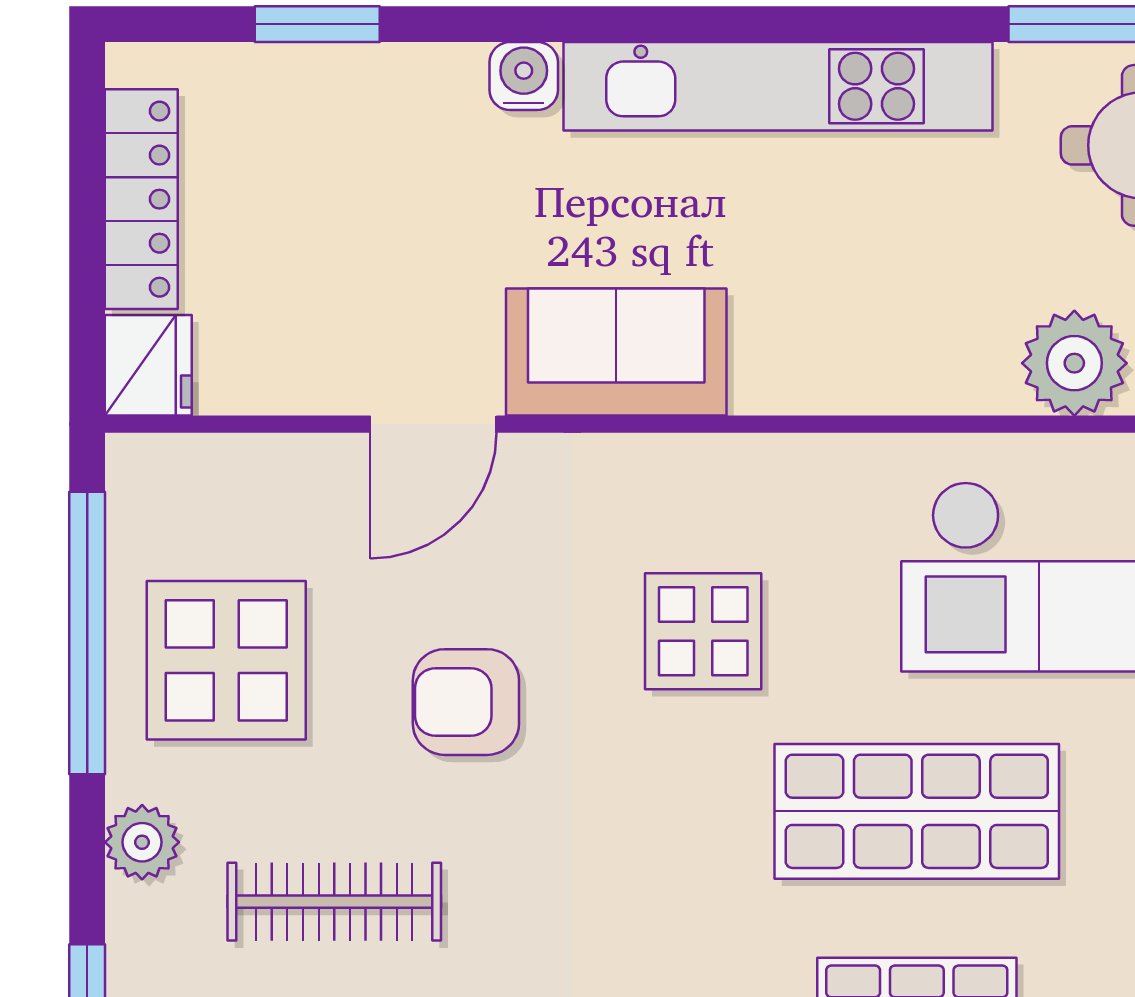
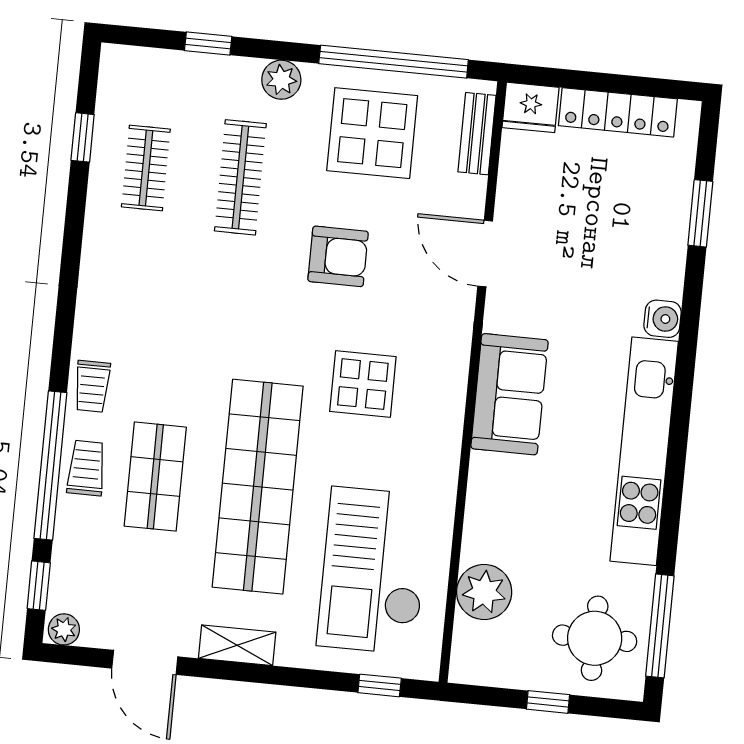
sofa: (616, 352) -> (509, 394), moved
bench: (208, 462) -> (477, 134), added
armchair: (466, 702) -> (338, 256), turned 90
shop shelf: (917, 811) -> (258, 487), width x1.40

